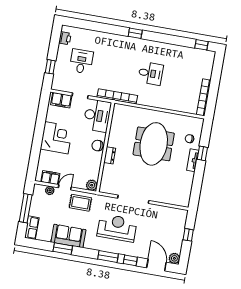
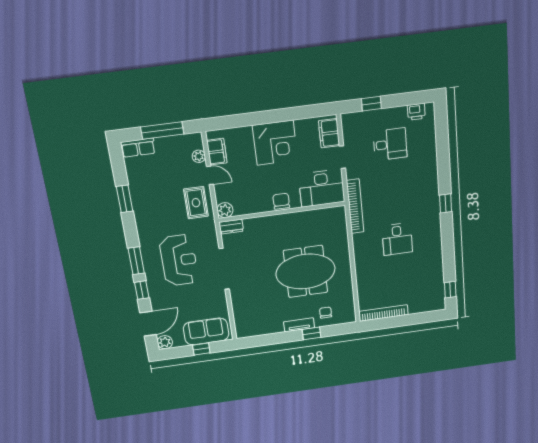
dresser: (110, 155) -> (231, 227), moved
sofa: (68, 236) -> (206, 331), moved, turned -90

